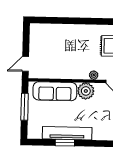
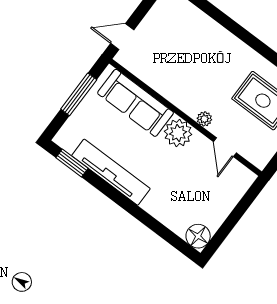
window: (65, 143) -> (72, 163), moved

